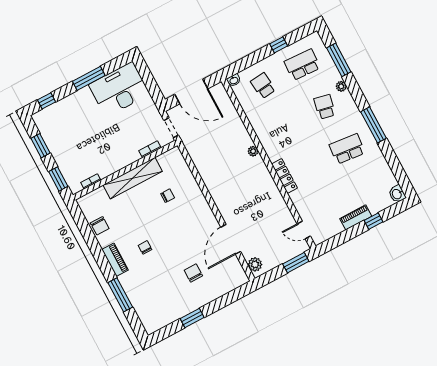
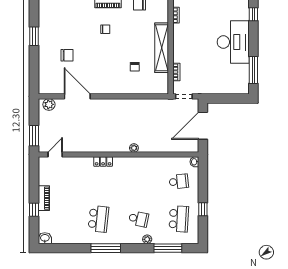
window: (89, 78) -> (253, 70), moved
desk: (119, 89) -> (233, 42), moved
locker: (284, 176) -> (103, 162), width x0.66

